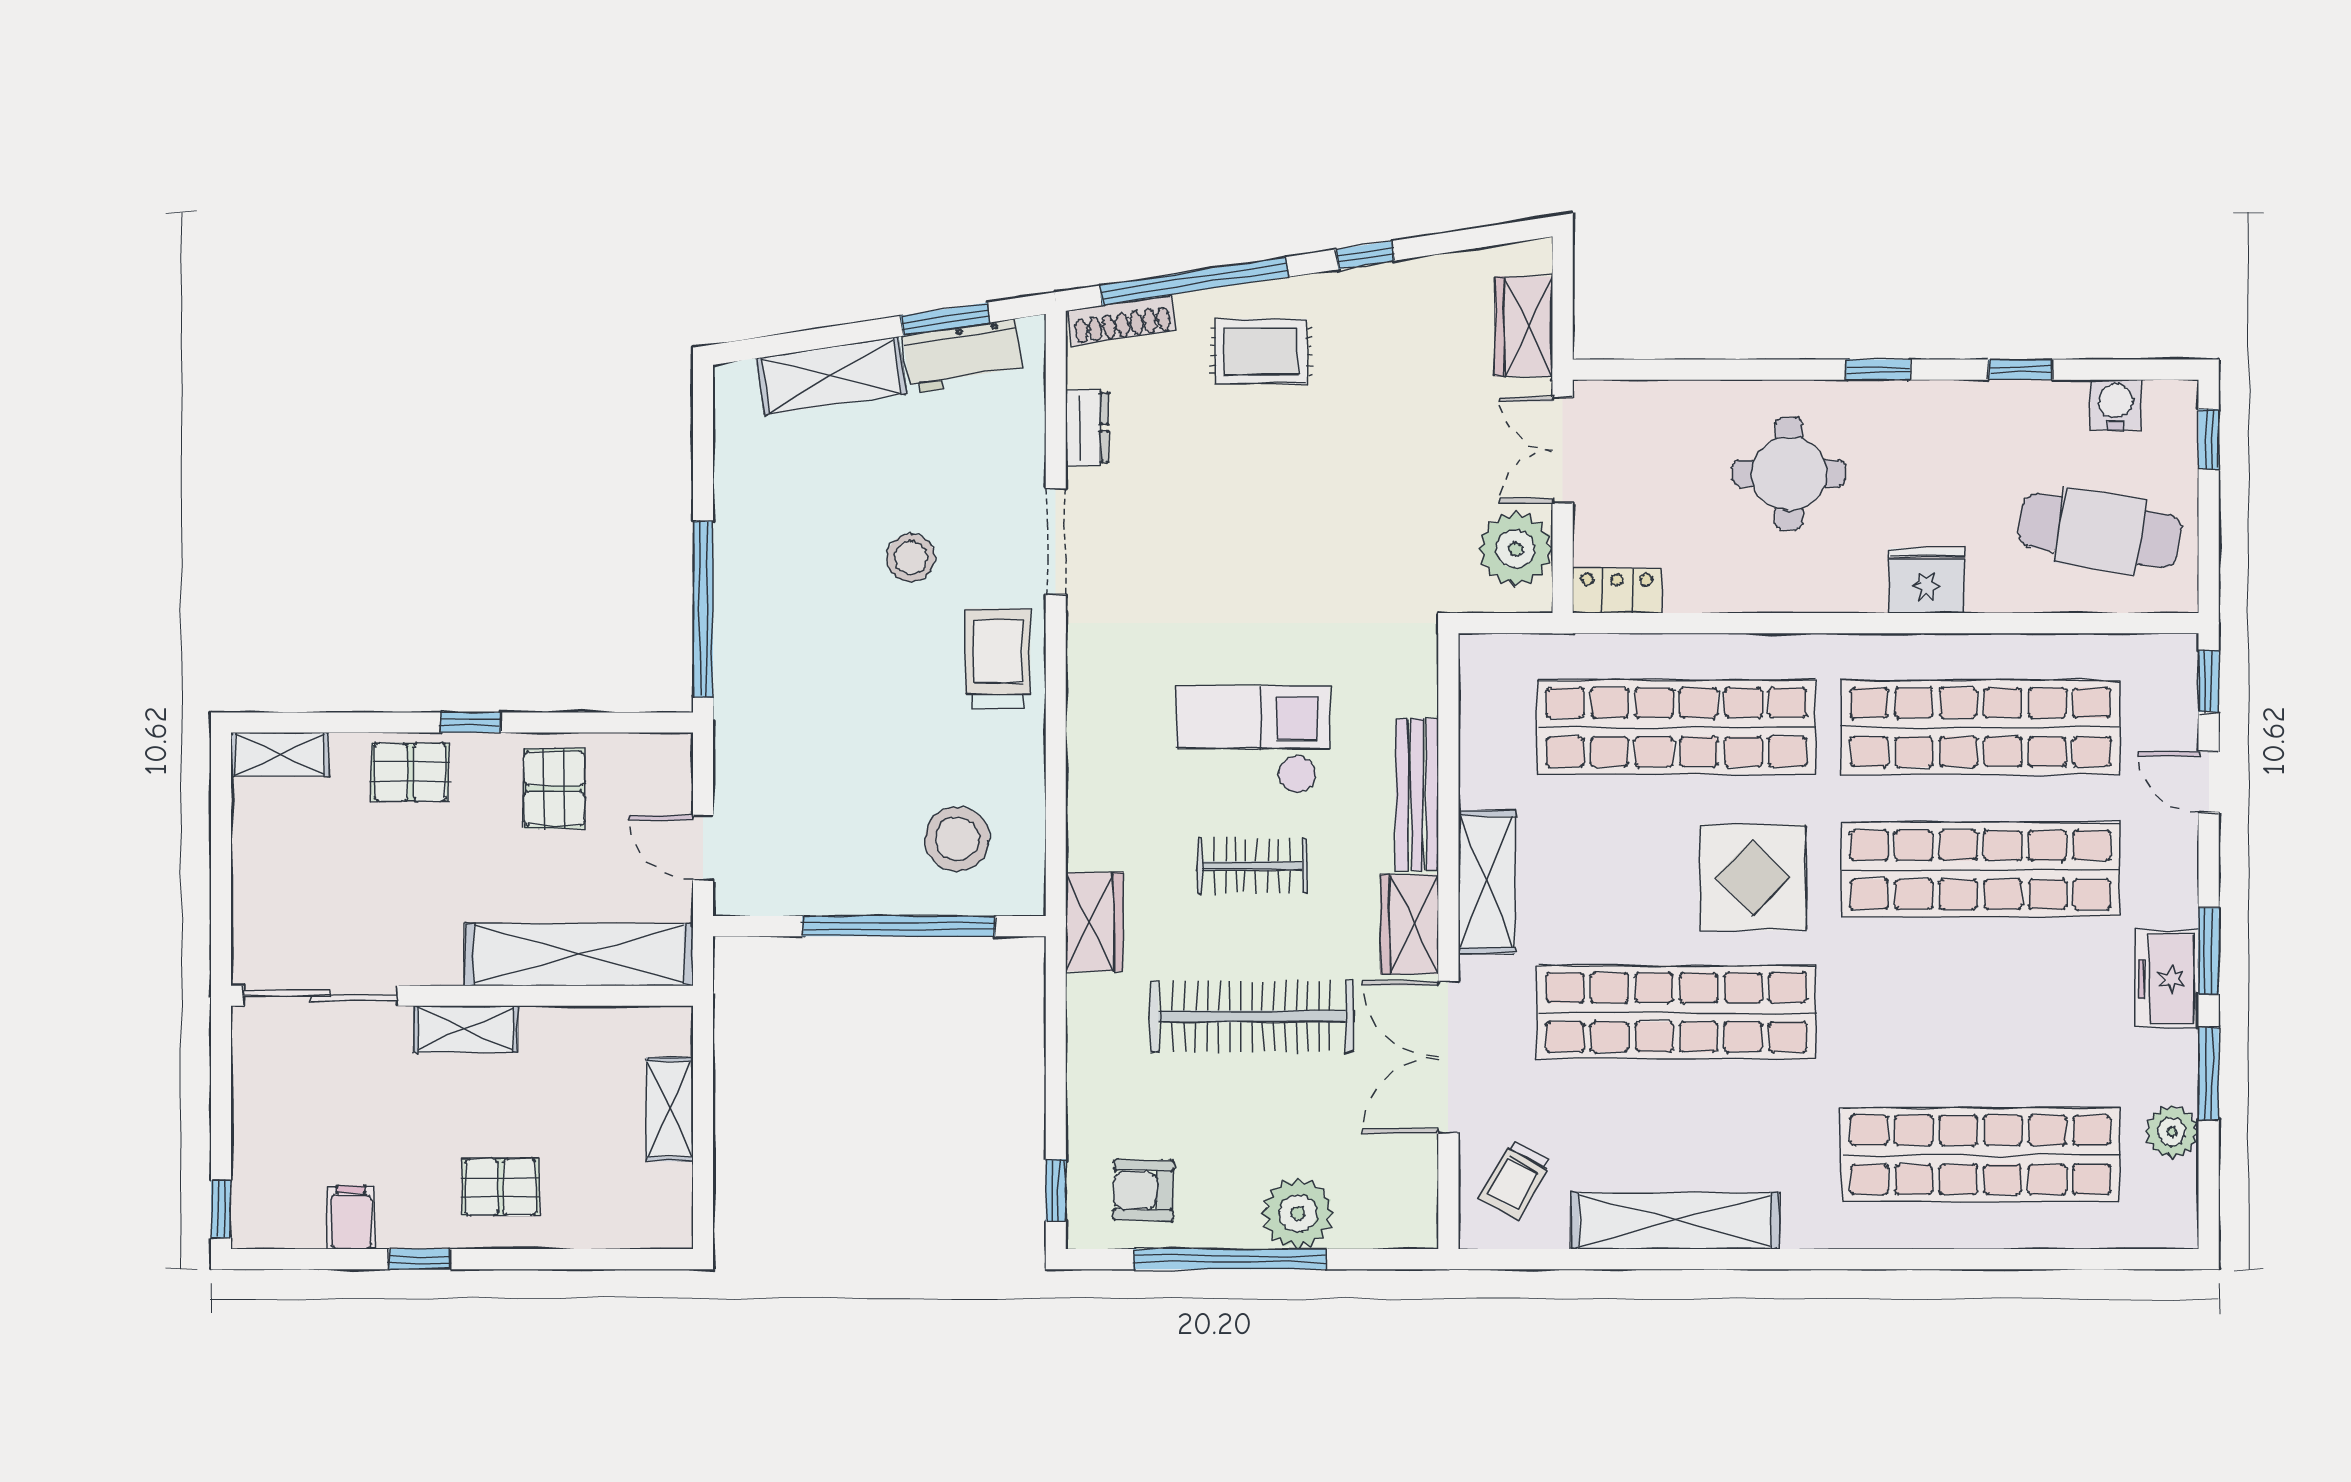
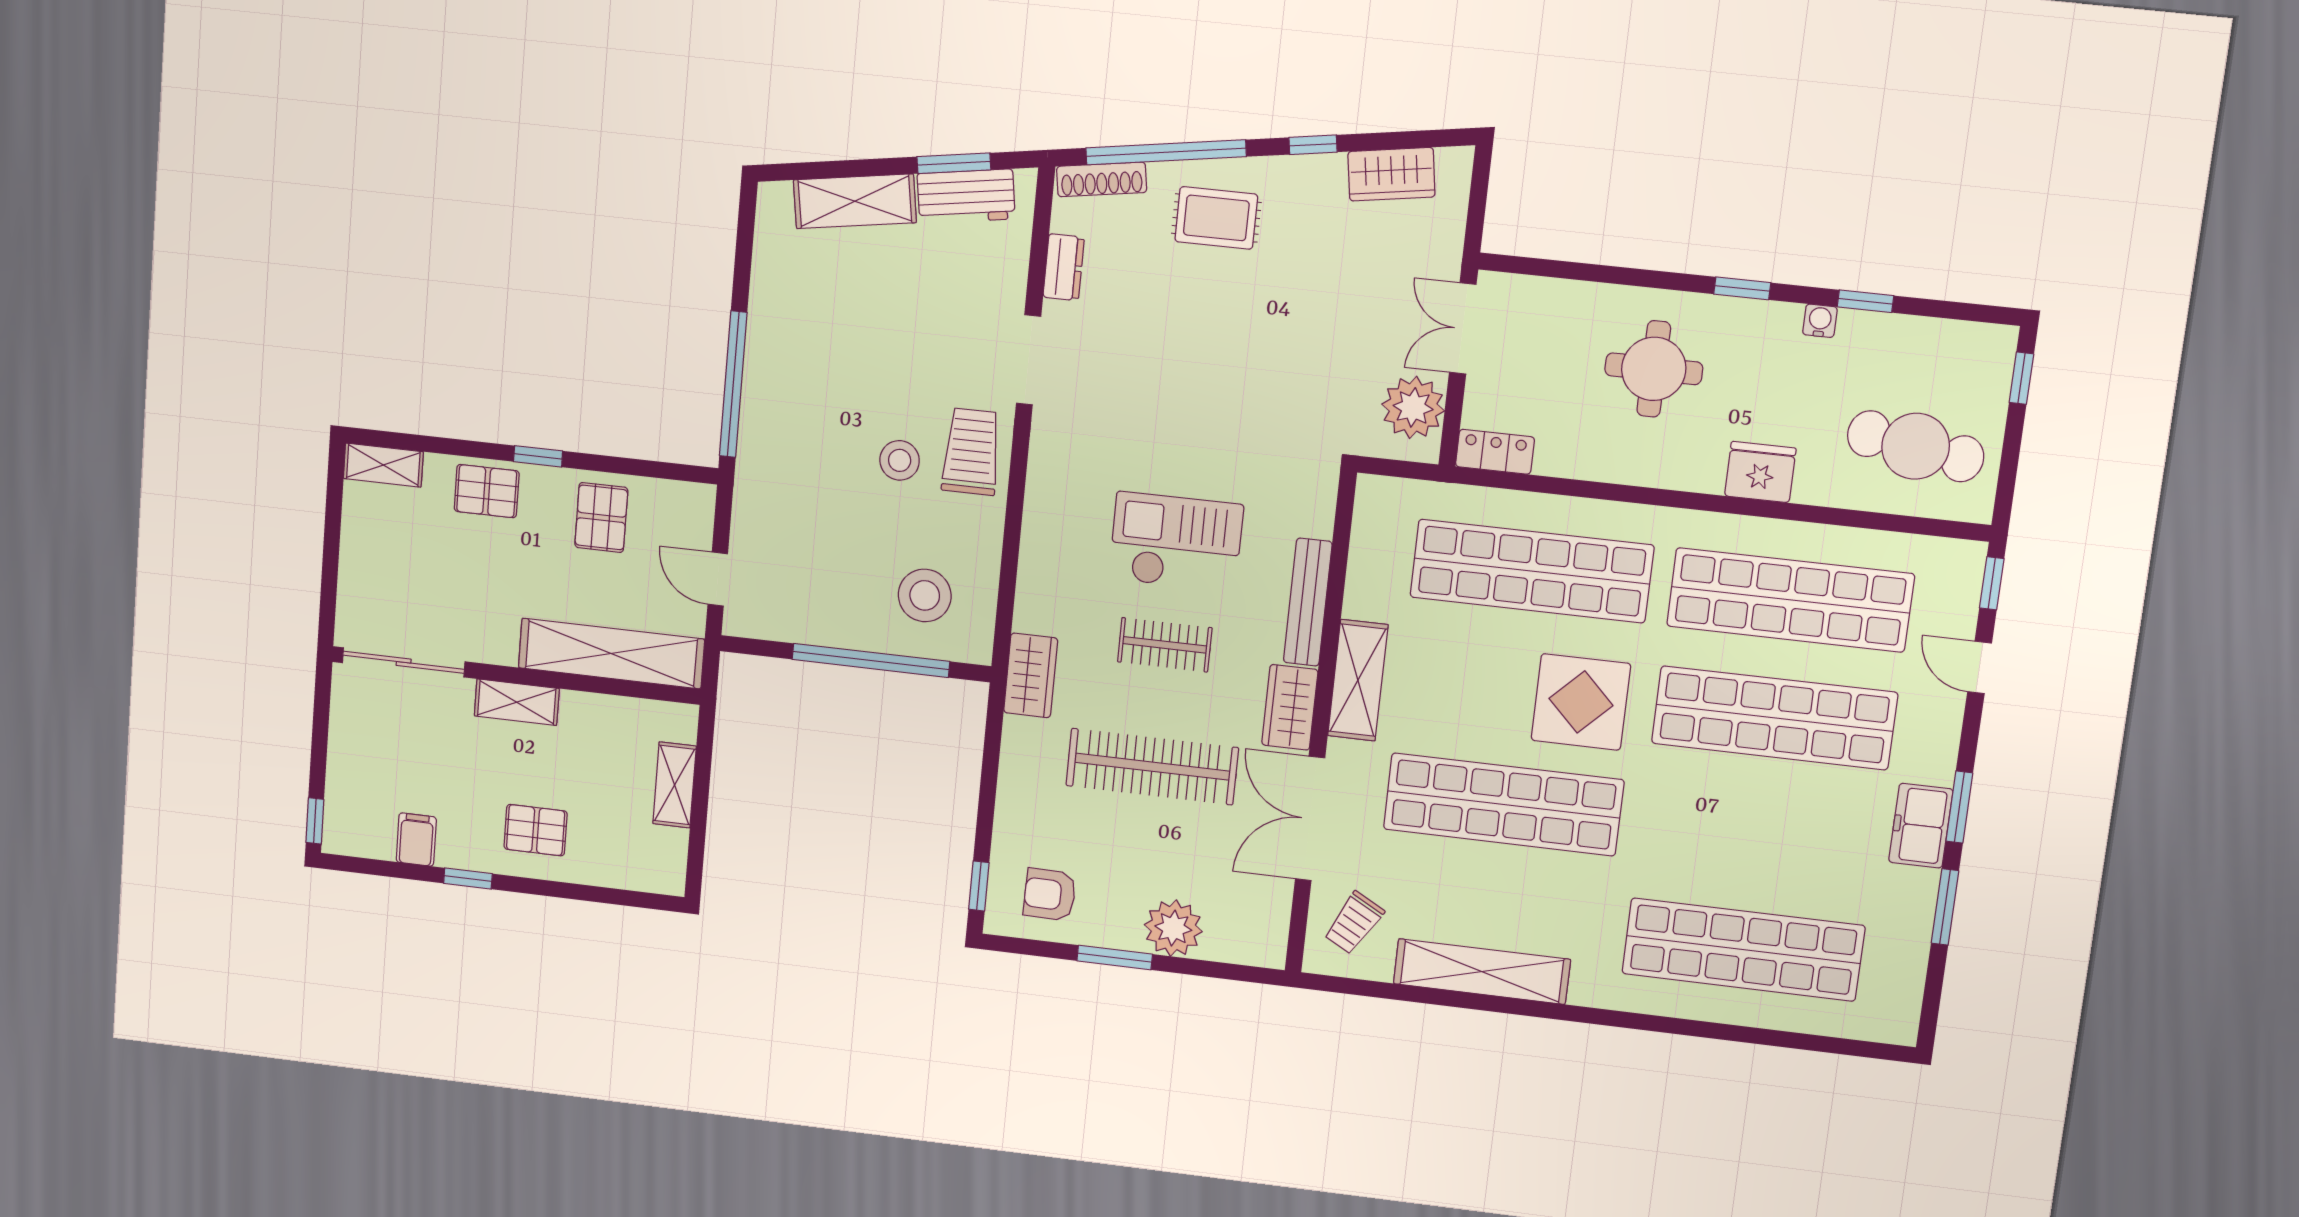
wardrobe: (1524, 326) -> (1391, 174), moved, turned -99
water cooler: (2116, 405) -> (1820, 321), moved, width x0.72, depth x0.72
stool: (911, 558) -> (900, 460), moved
plant: (2172, 1132) -> (1907, 950), removed
window: (1230, 1259) -> (1115, 958), width x0.47

